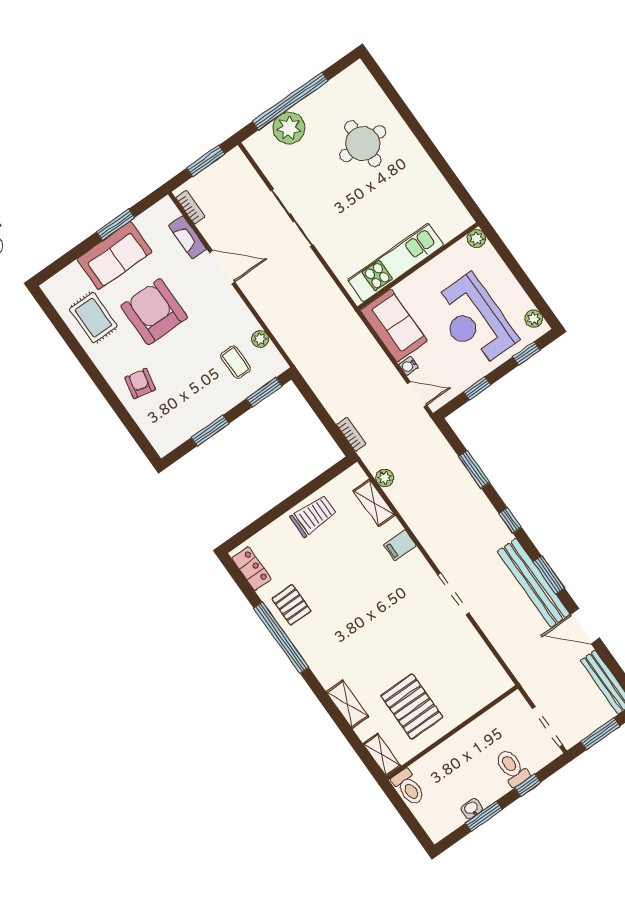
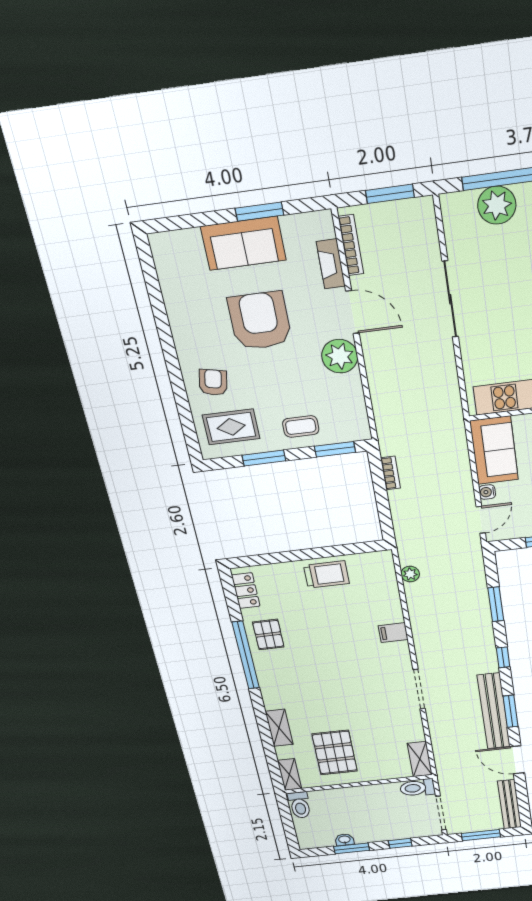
bookcase: (190, 207) -> (351, 245), width x1.56
rug: (93, 318) -> (231, 427), moved, turned 90
plant: (260, 339) -> (340, 356), moved, width x1.88, depth x1.88
coffee table: (236, 362) -> (301, 426), moved, turned 90
door: (417, 394) -> (481, 520), hinge flipped
bookcase: (351, 434) -> (390, 473), moved
shelving: (374, 503) -> (420, 759), moved
toilet: (512, 768) -> (417, 788), moved, turned -90

